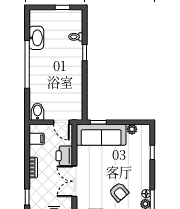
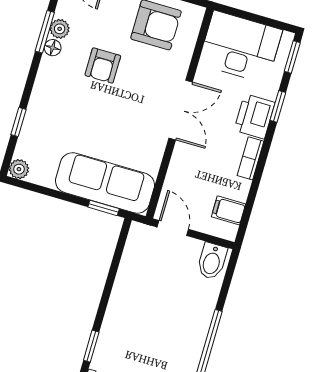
plant: (132, 129) -> (19, 169), moved
printer: (64, 156) -> (255, 116), moved, turned 180
armchair: (119, 192) -> (103, 66), turned -139

